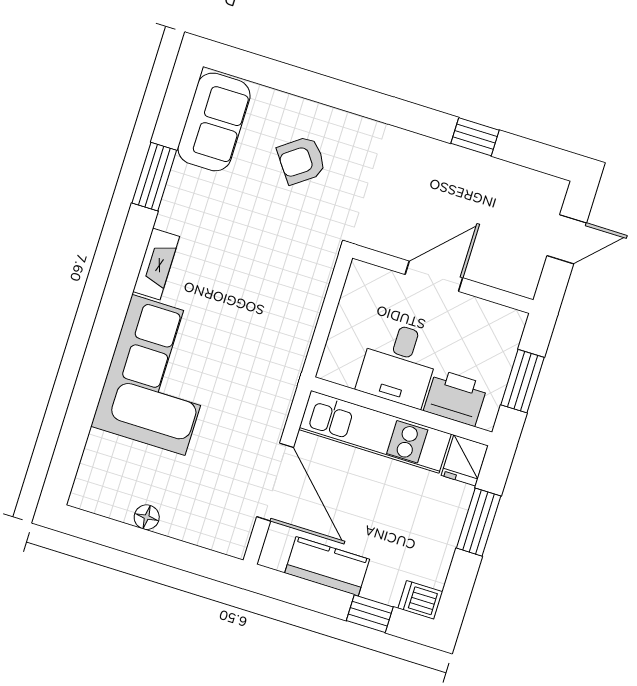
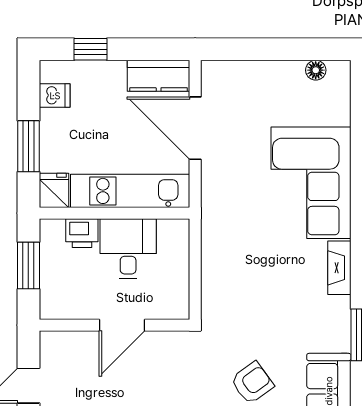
printer: (456, 398) -> (82, 233), width x0.73, depth x0.81
floor lamp: (147, 517) -> (316, 70), moved
kitchen counter: (327, 566) -> (159, 76), moved
dishwasher: (420, 600) -> (55, 96), moved

